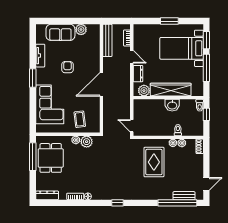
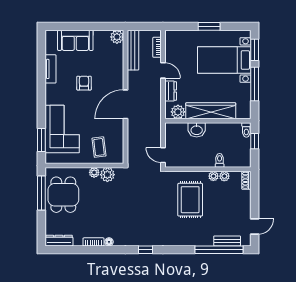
plant: (81, 30) -> (117, 37), moved
window: (33, 78) -> (41, 140), moved
washbasin: (172, 105) -> (197, 130), moved

